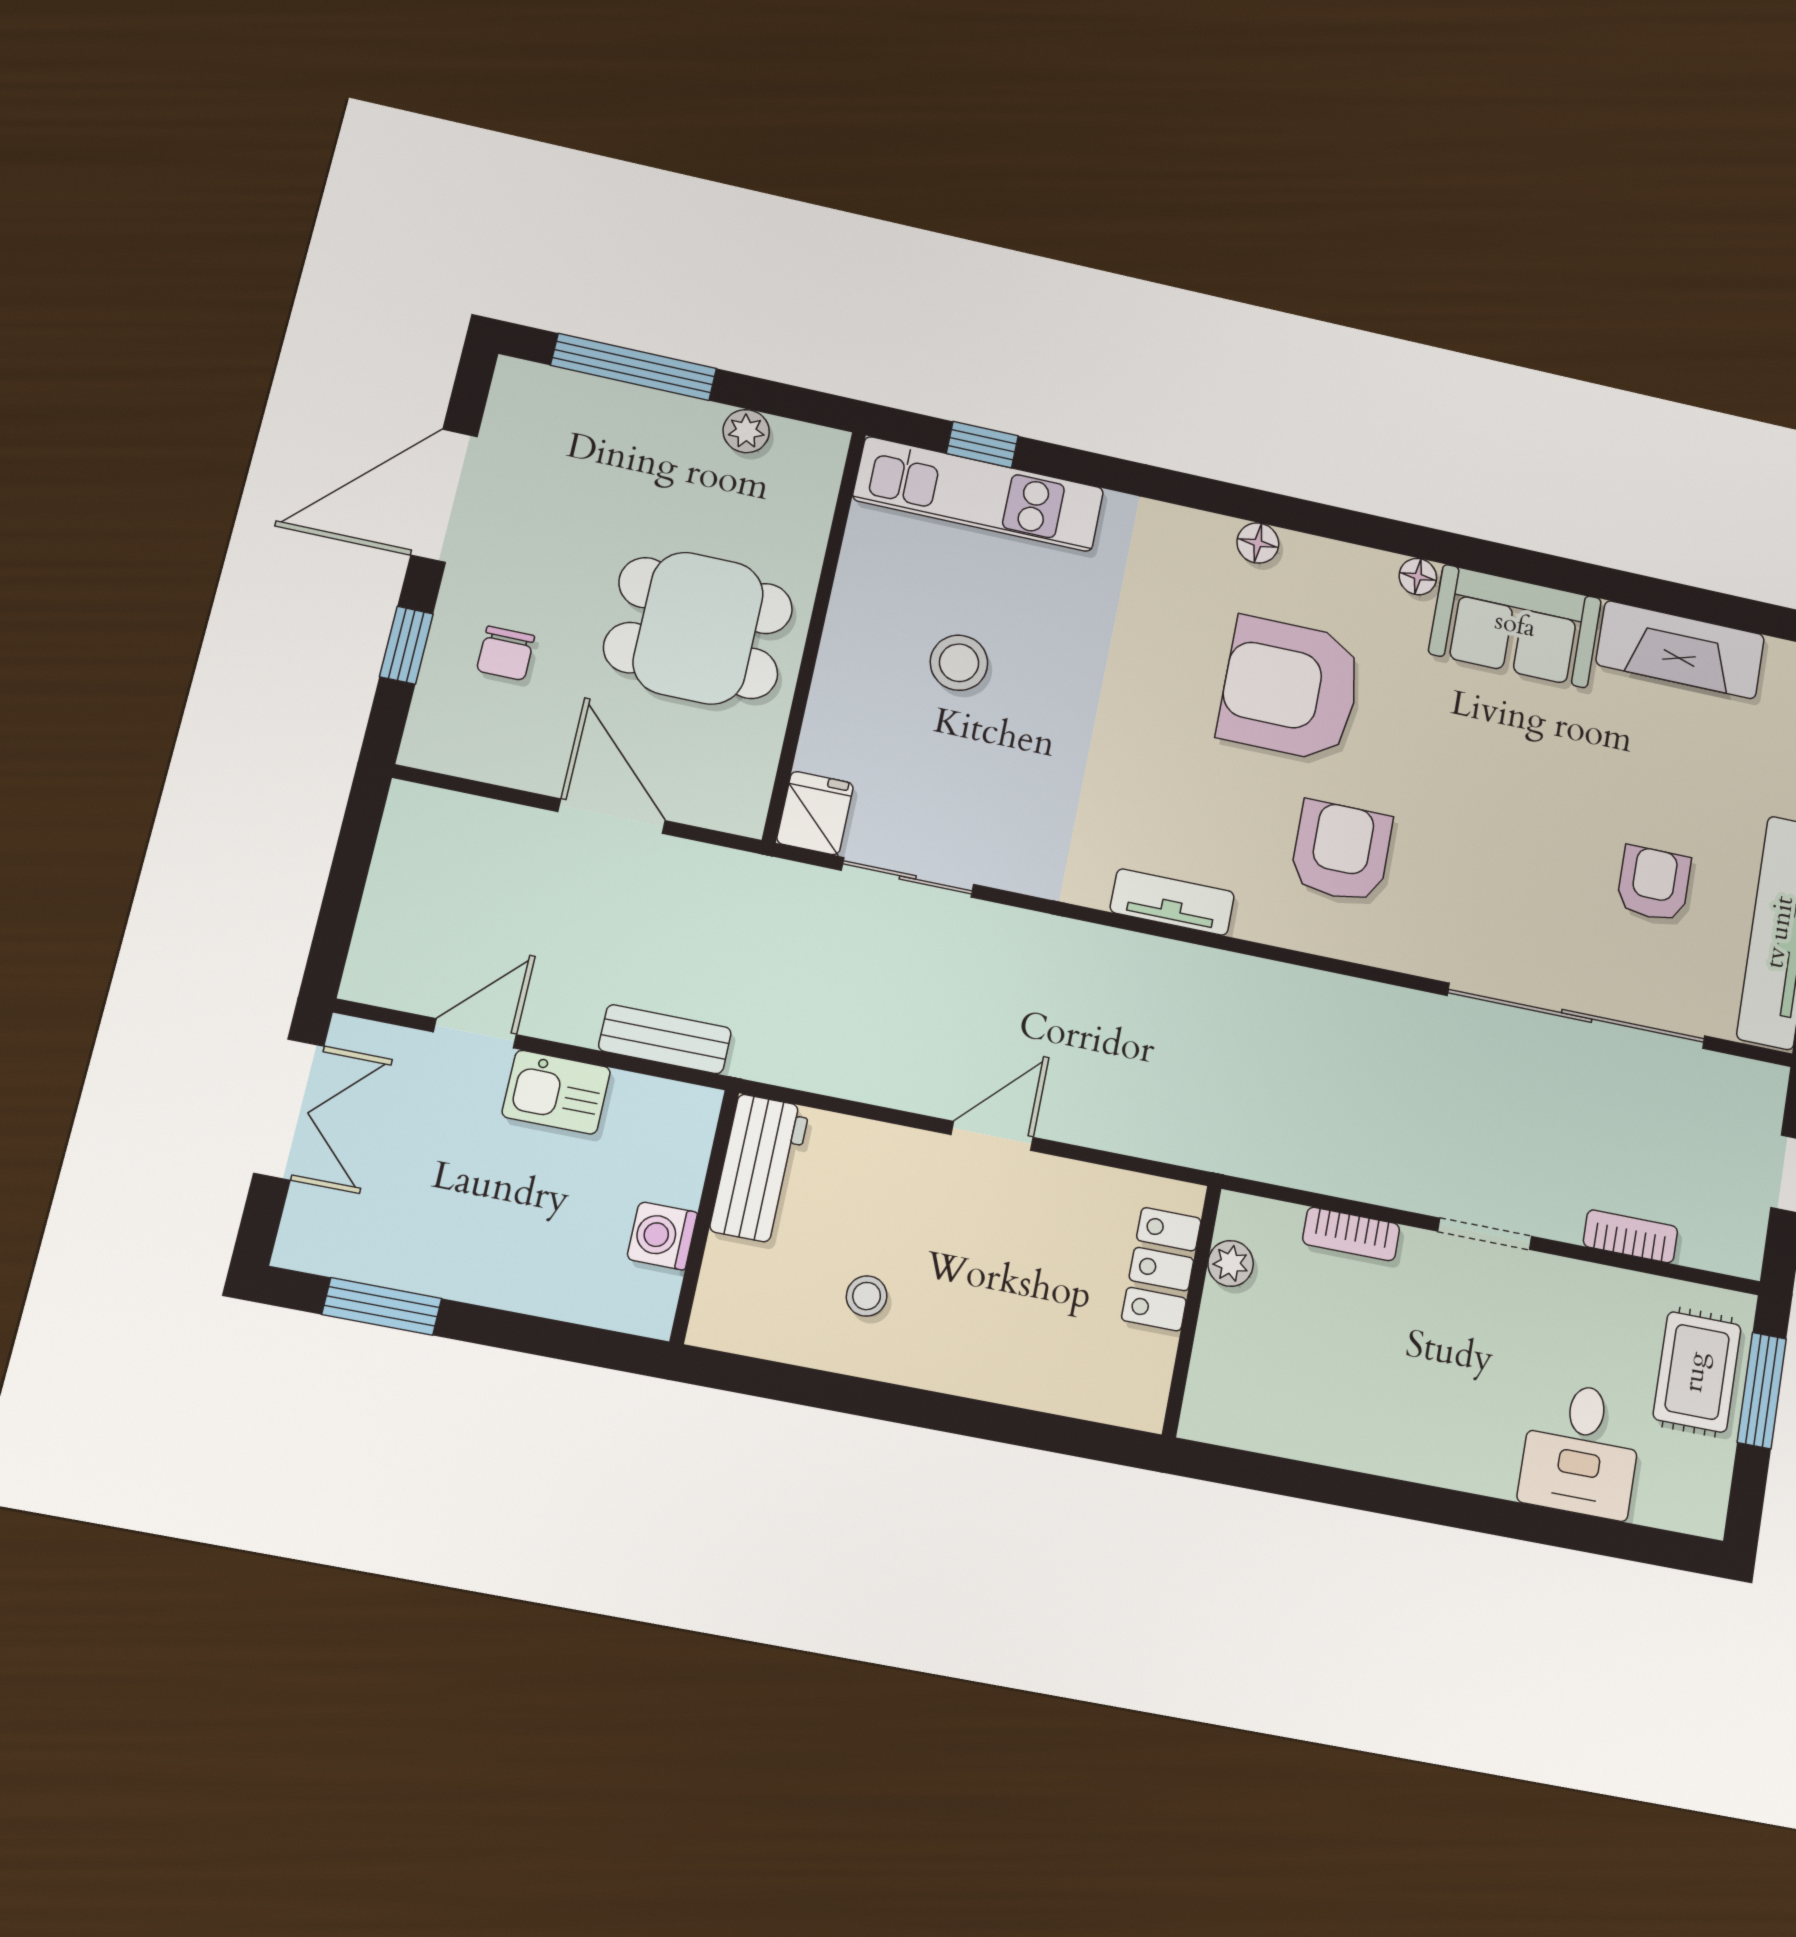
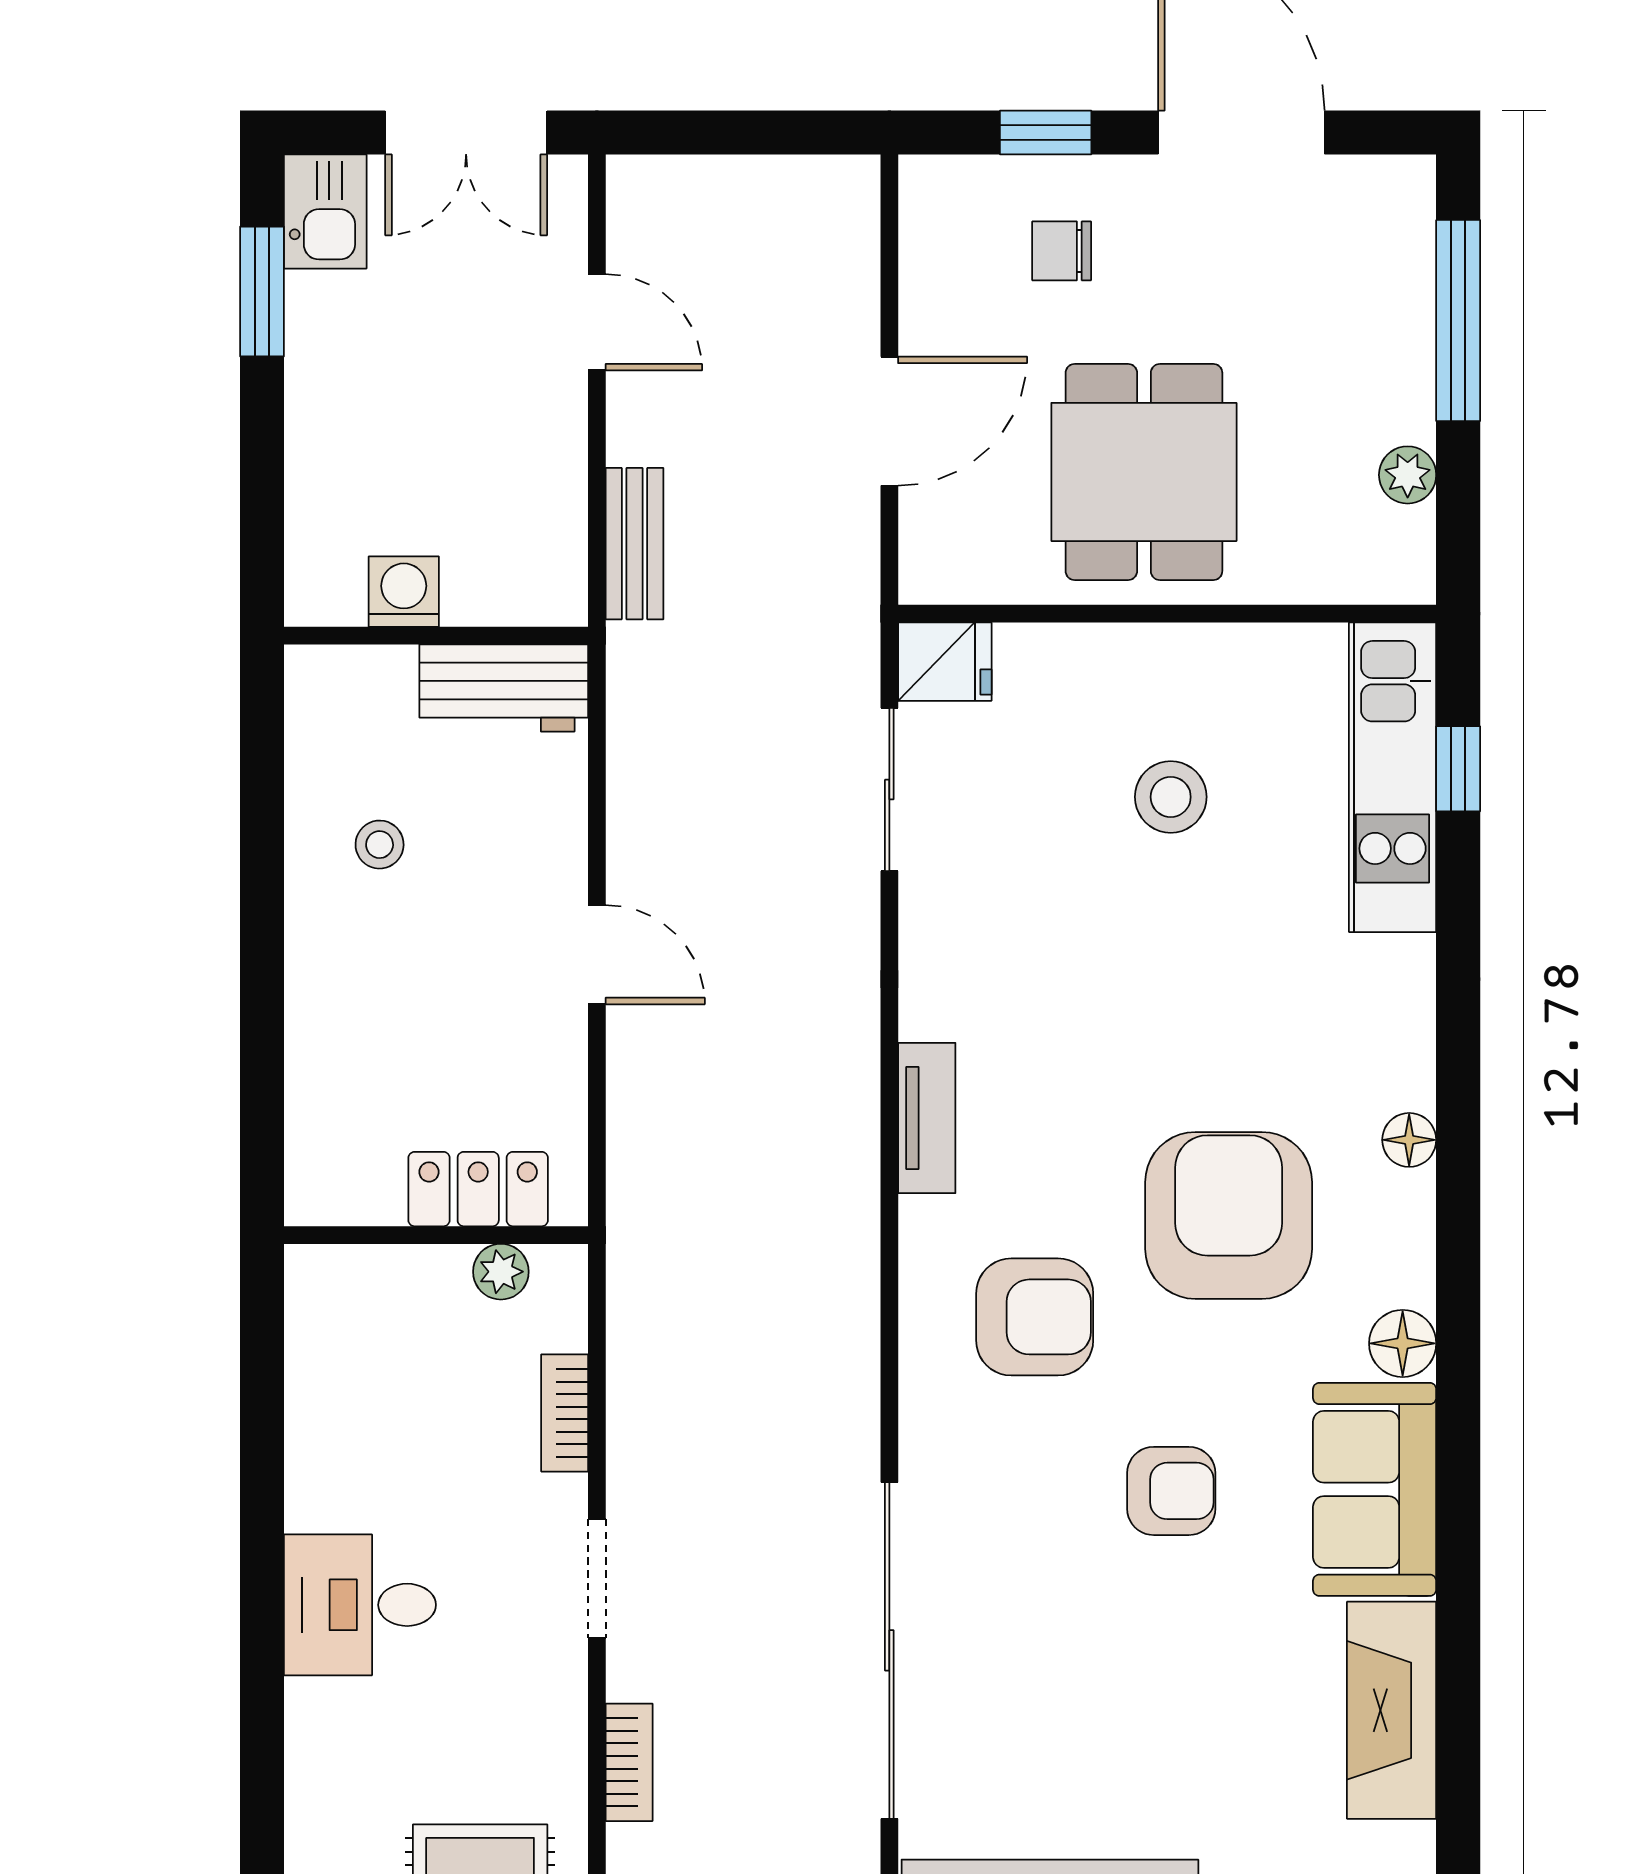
floor lamp: (1418, 577) -> (1403, 1343), width x1.37, depth x1.37
armchair: (1654, 884) -> (1171, 1491), moved
kitchen sink: (556, 1092) -> (325, 211), moved, turned 180
desk: (1581, 1450) -> (360, 1605), moved

